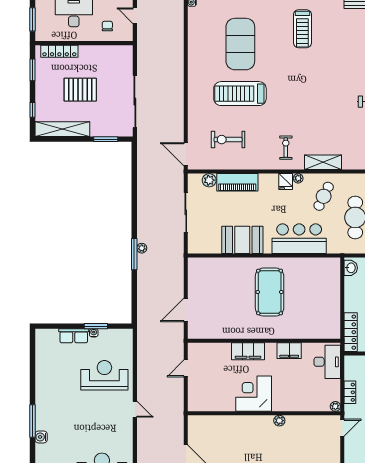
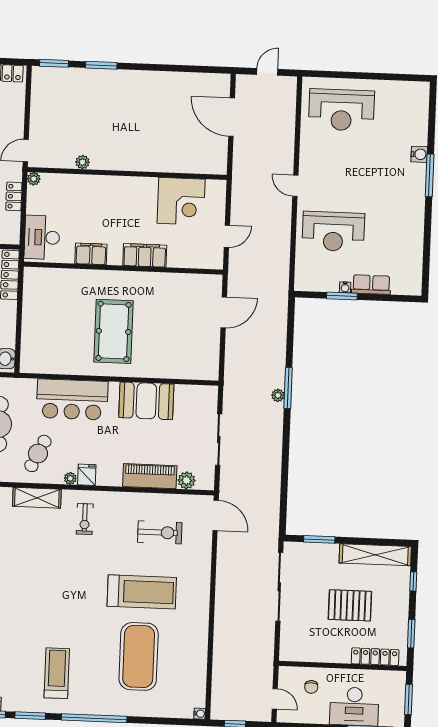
corner desk: (254, 394) -> (181, 201), moved
plant: (279, 421) -> (82, 162), moved

